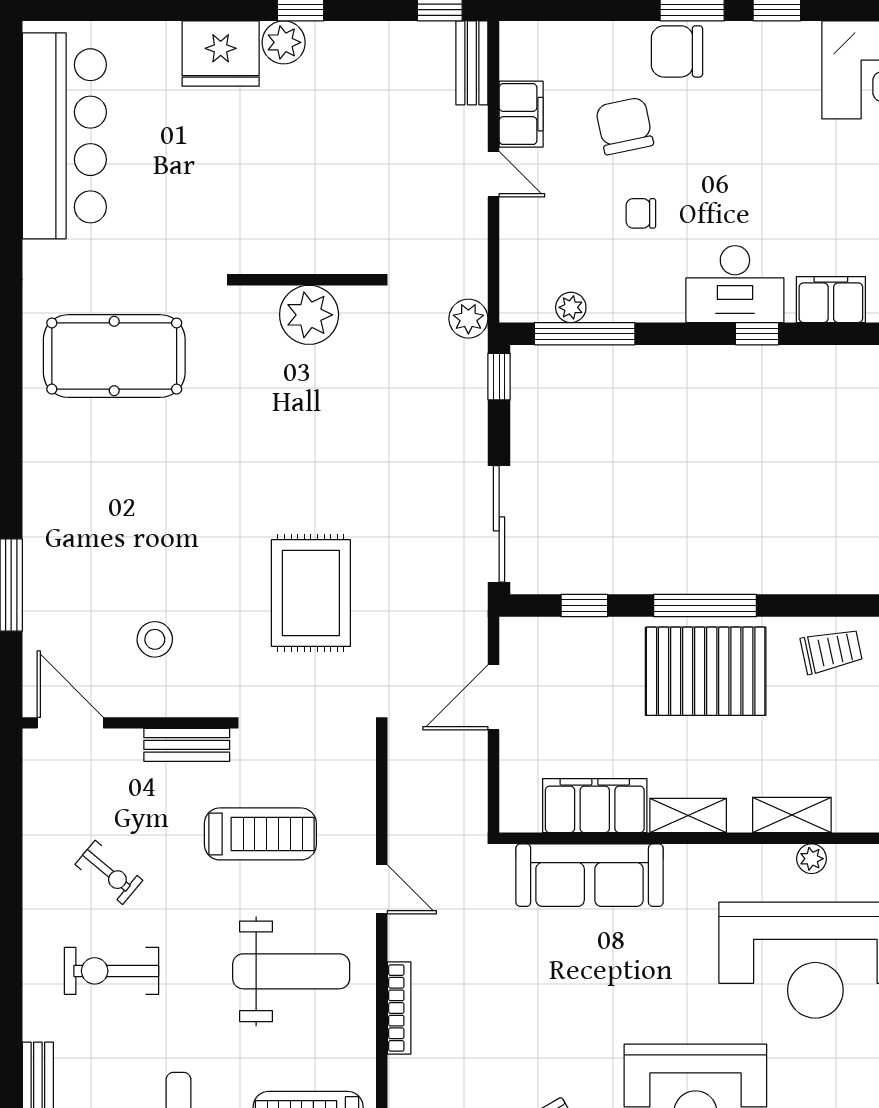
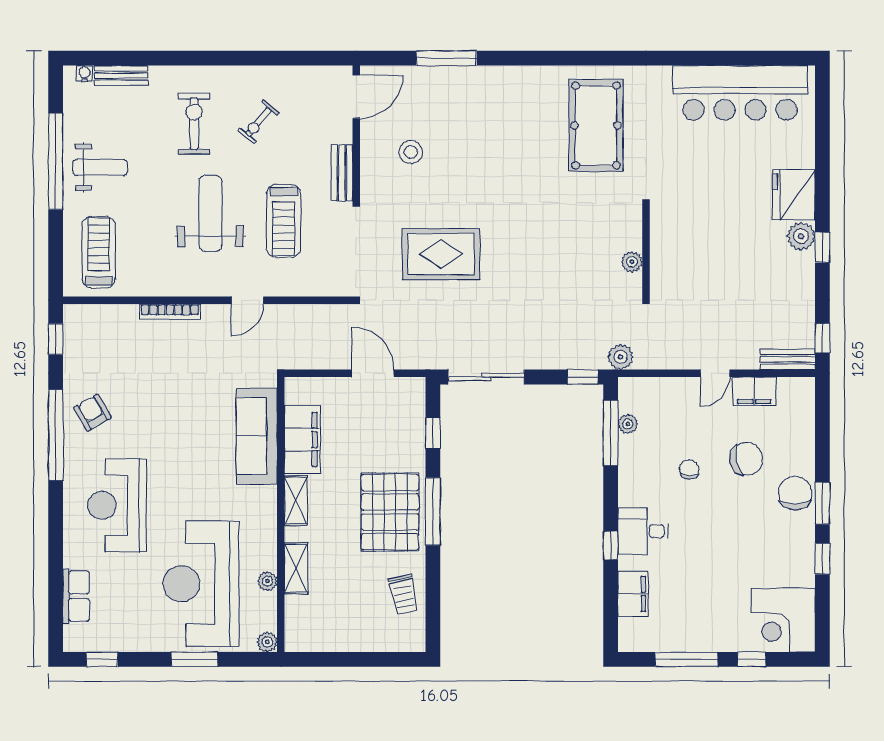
desk: (735, 284) -> (643, 531), width x0.73
plant: (309, 315) -> (632, 262), width x0.53, depth x0.53
weight bench: (291, 971) -> (210, 213), moved, turned 180

